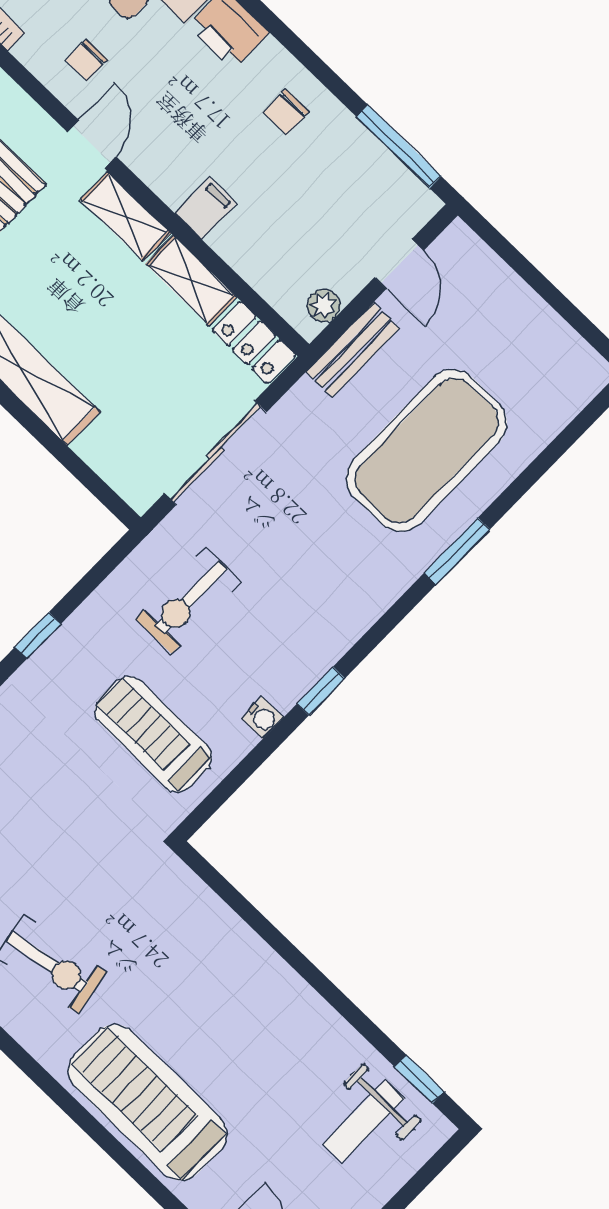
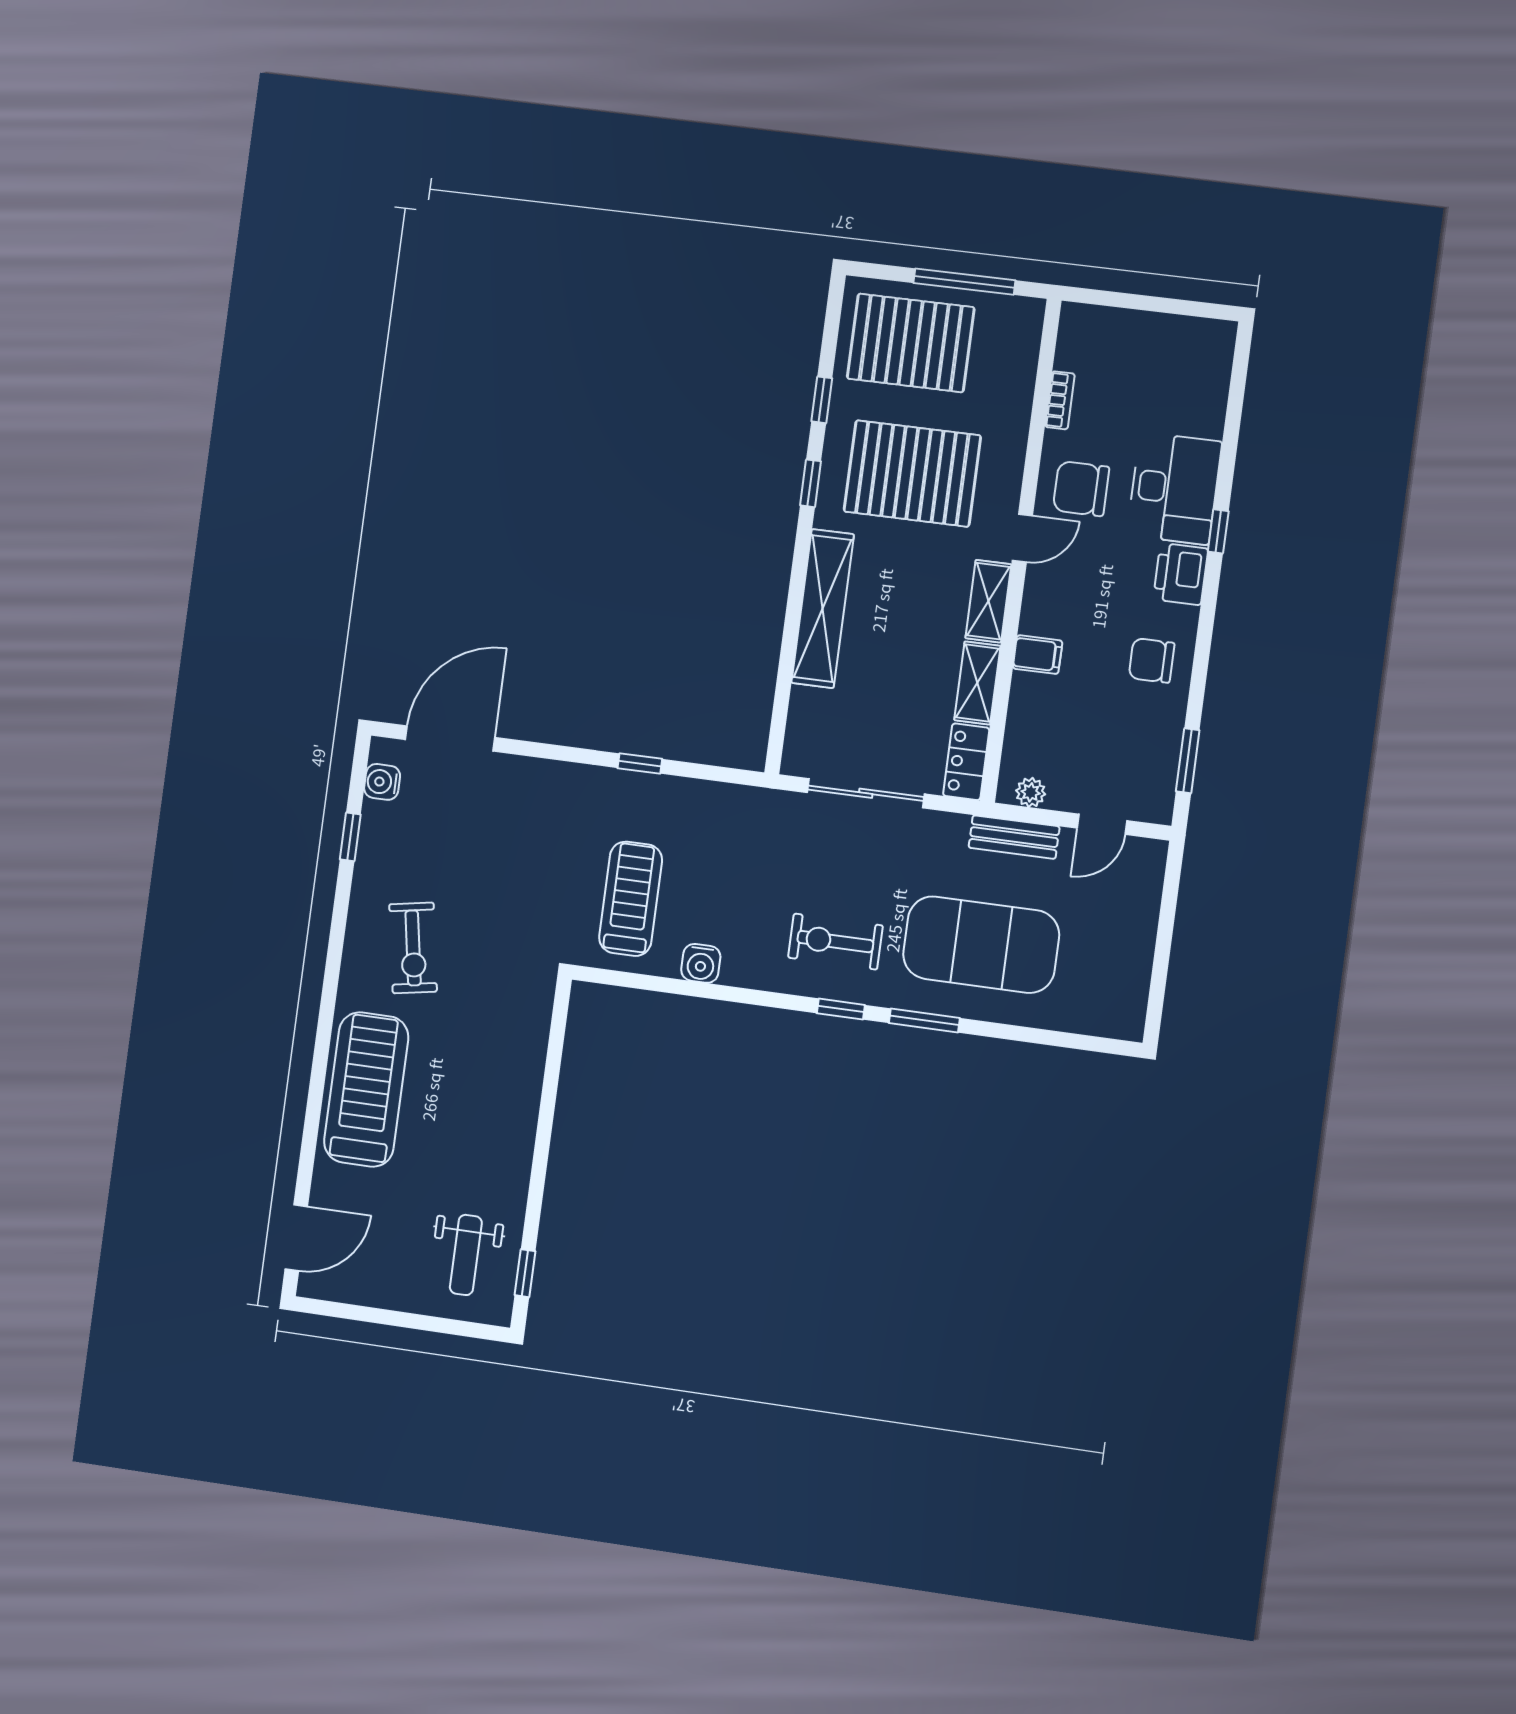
chair: (87, 60) -> (1081, 489), width x1.87, depth x1.87
chair: (286, 112) -> (1152, 660), width x1.37, depth x1.37
window: (399, 147) -> (1188, 761), width x0.69
exercise bike: (188, 600) -> (835, 942), moved
window: (321, 691) -> (841, 1009), moved
water cooler: (262, 718) -> (701, 963), width x1.38, depth x1.38
weight bench: (364, 1121) -> (466, 1255), turned -90

